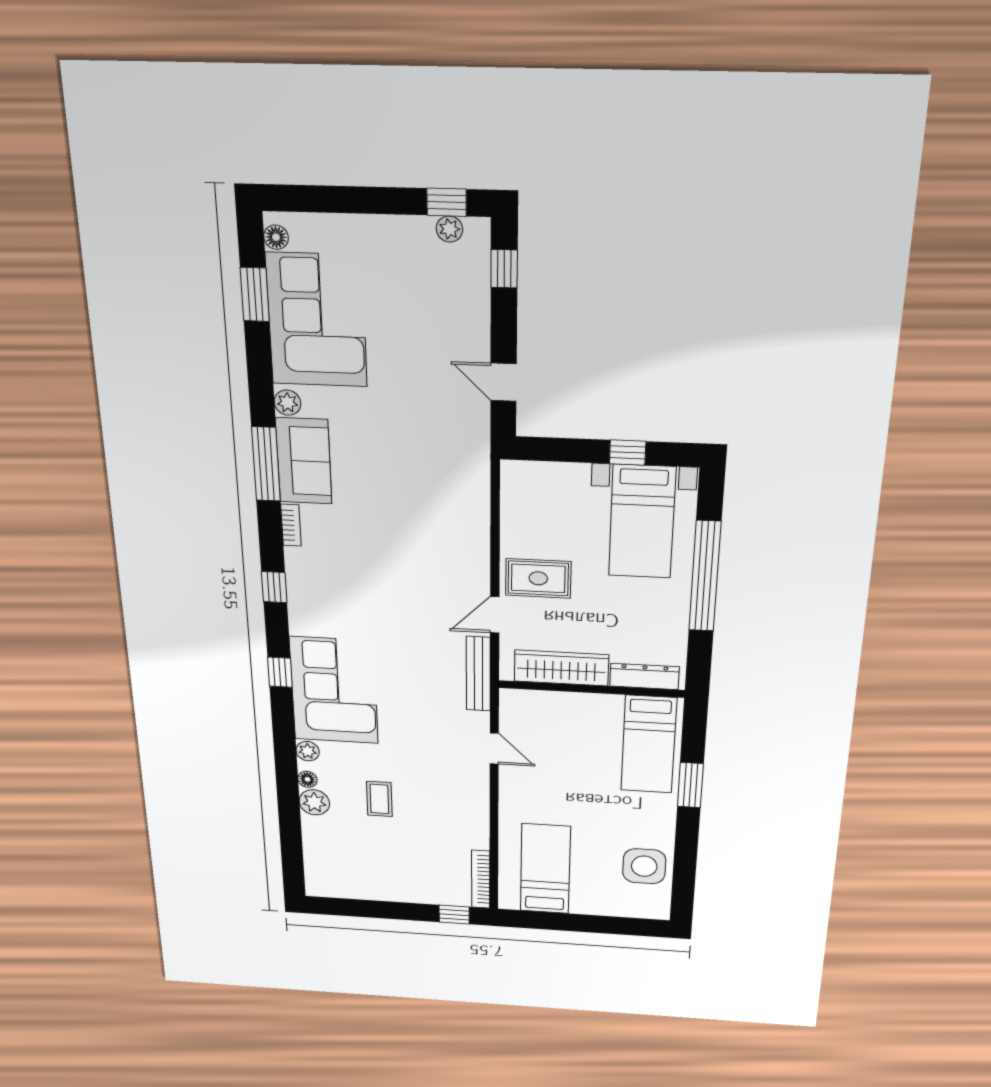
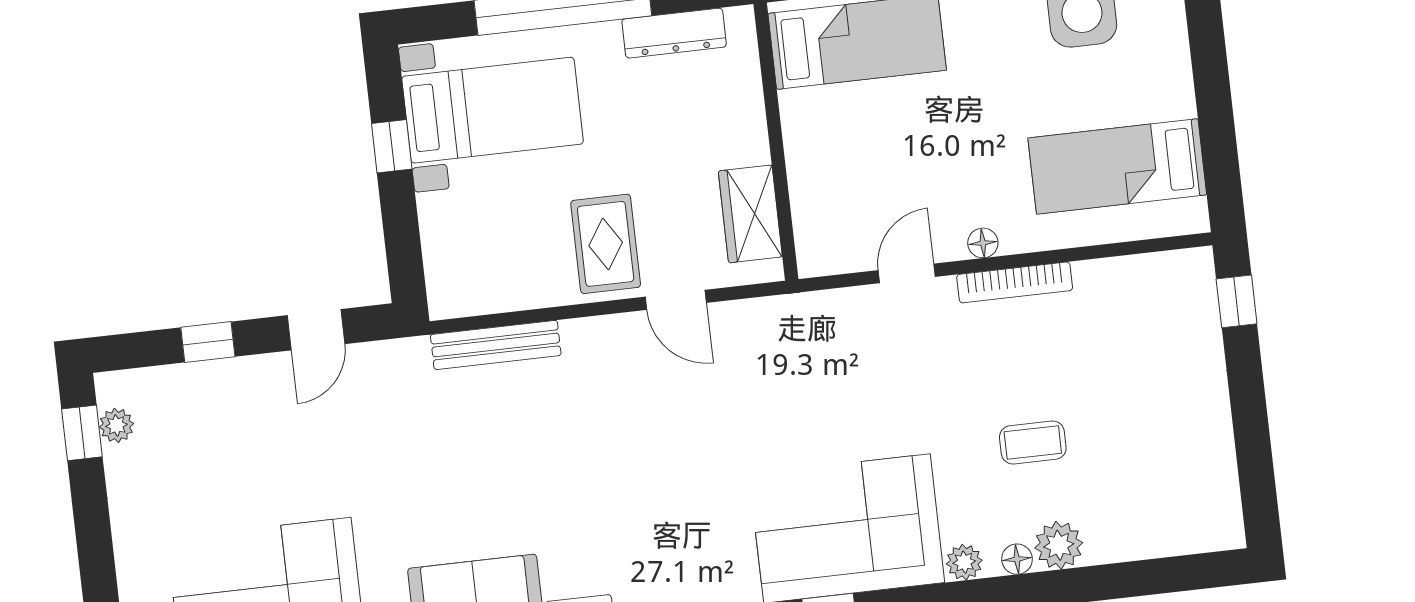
window: (504, 269) -> (208, 342), moved
wardrobe: (561, 668) -> (750, 214), width x0.67
bench: (478, 674) -> (496, 345), moved
dresser: (644, 676) -> (674, 33), moved, turned -90
floor lamp: (508, 792) -> (983, 243), added
bookcase: (481, 879) -> (1015, 282), moved

